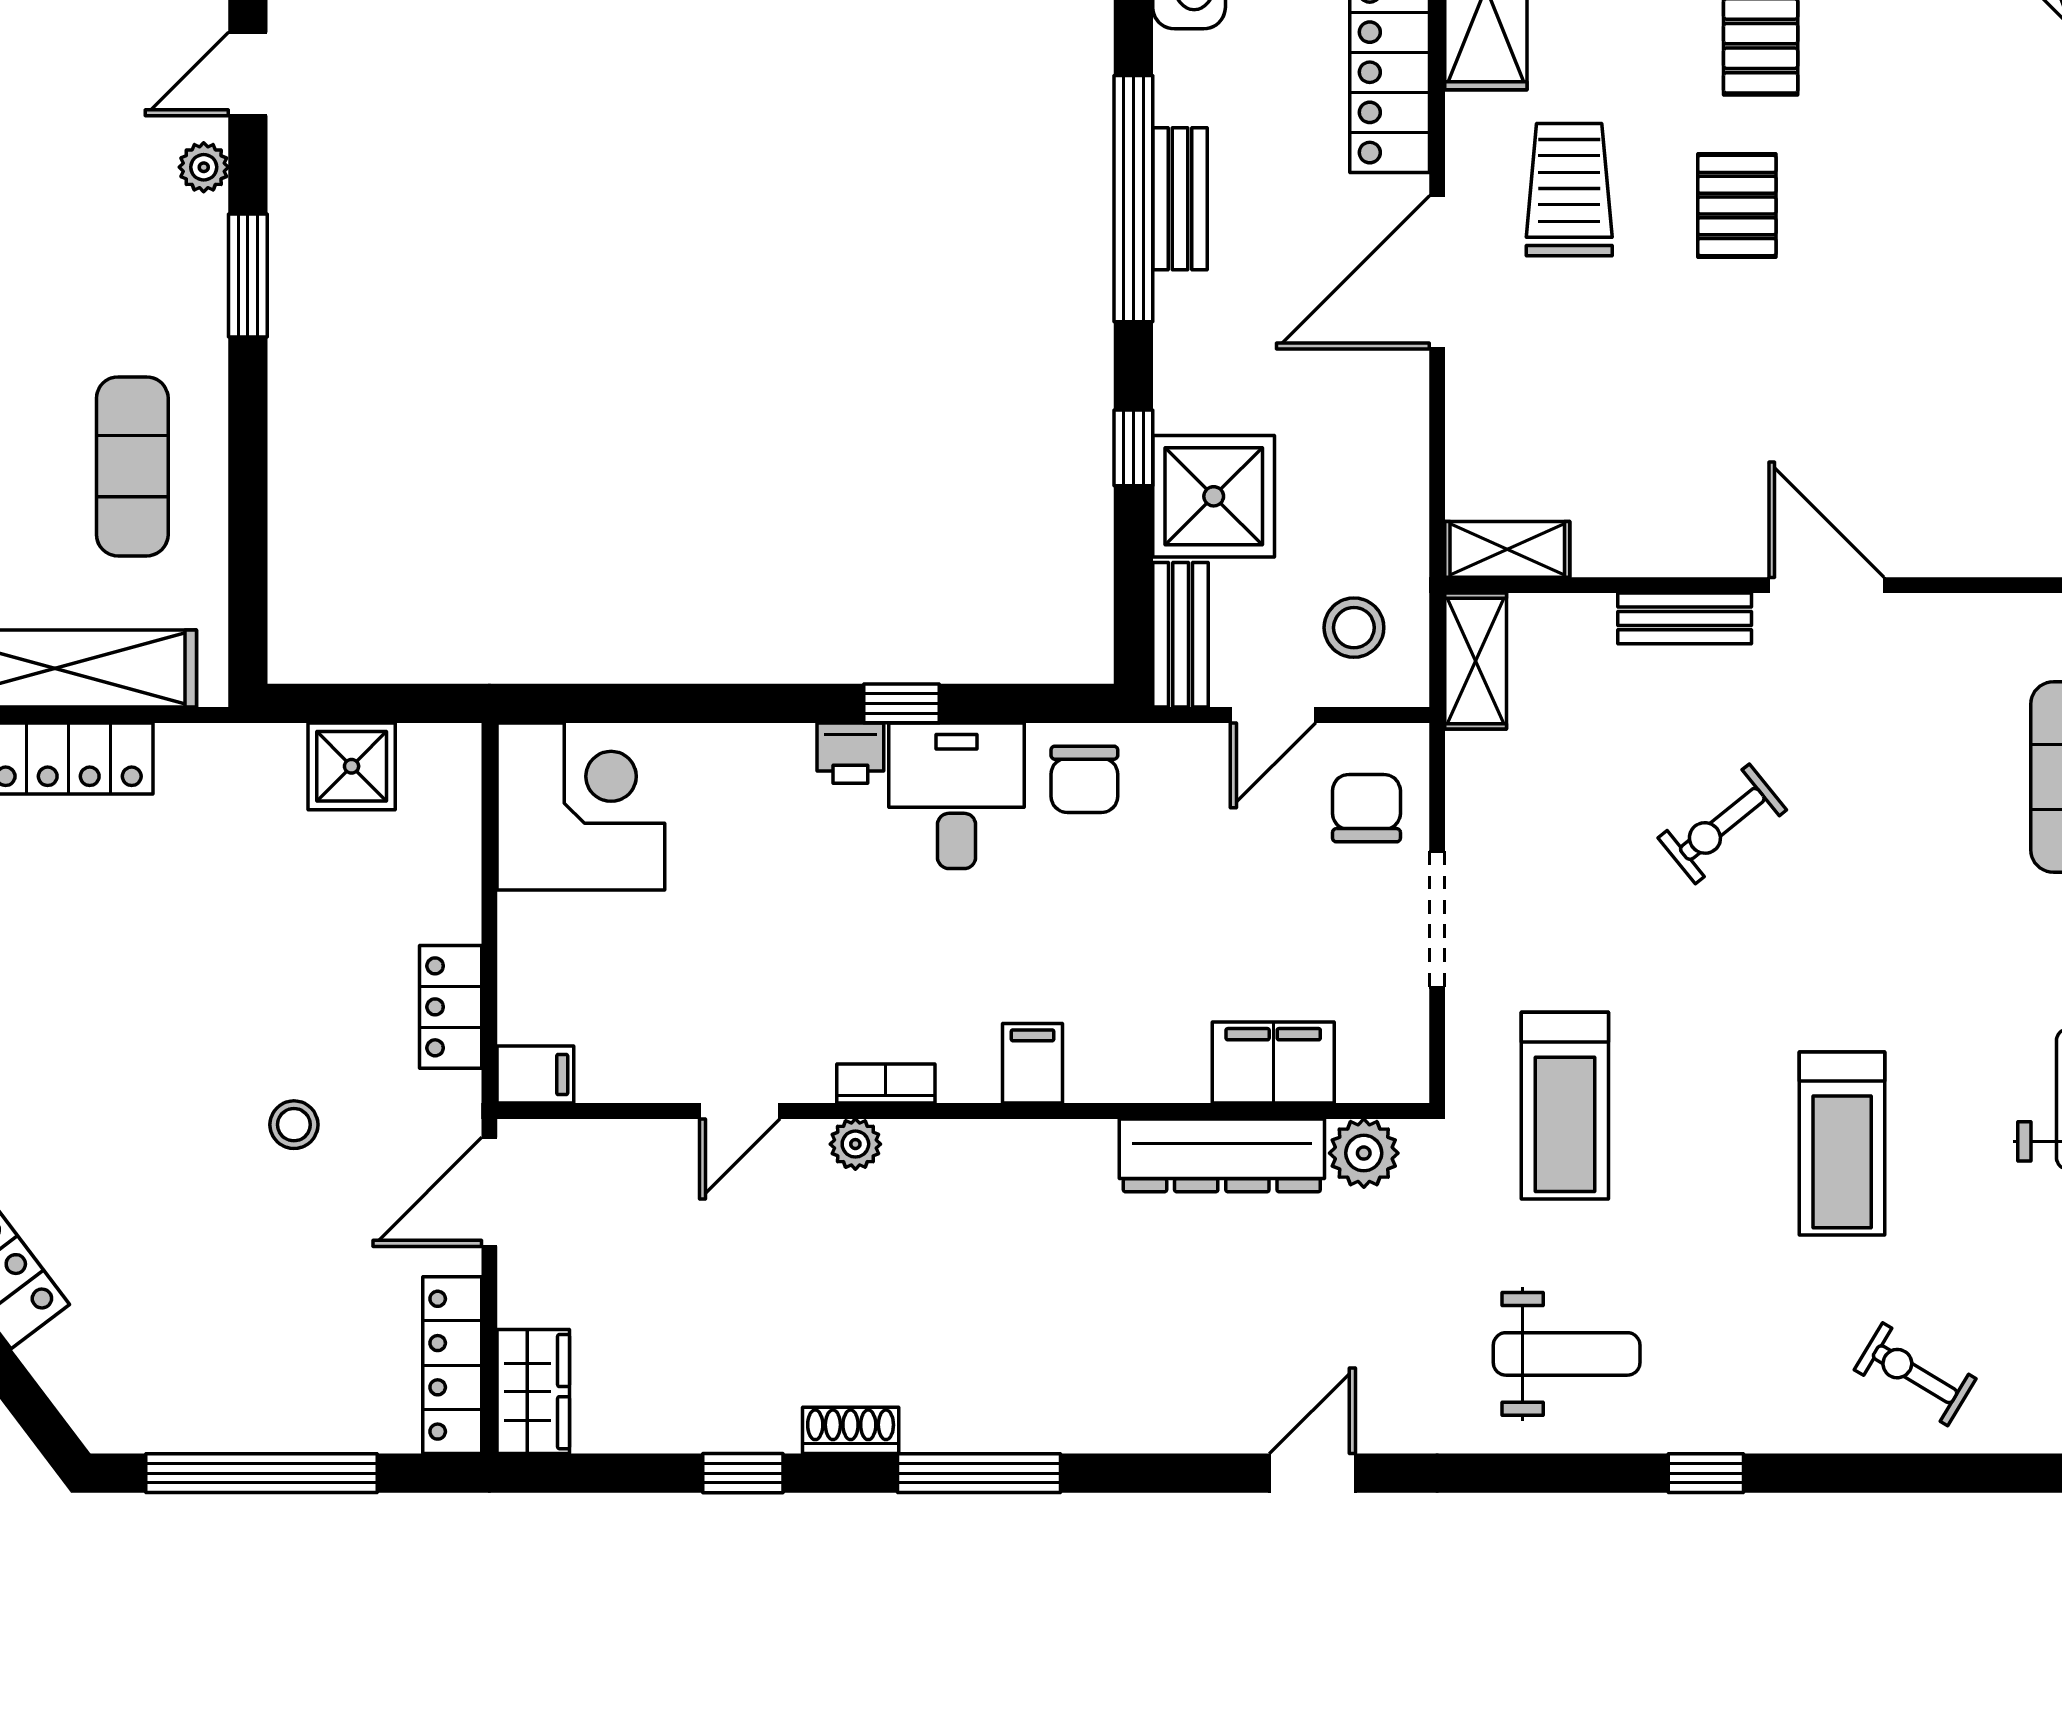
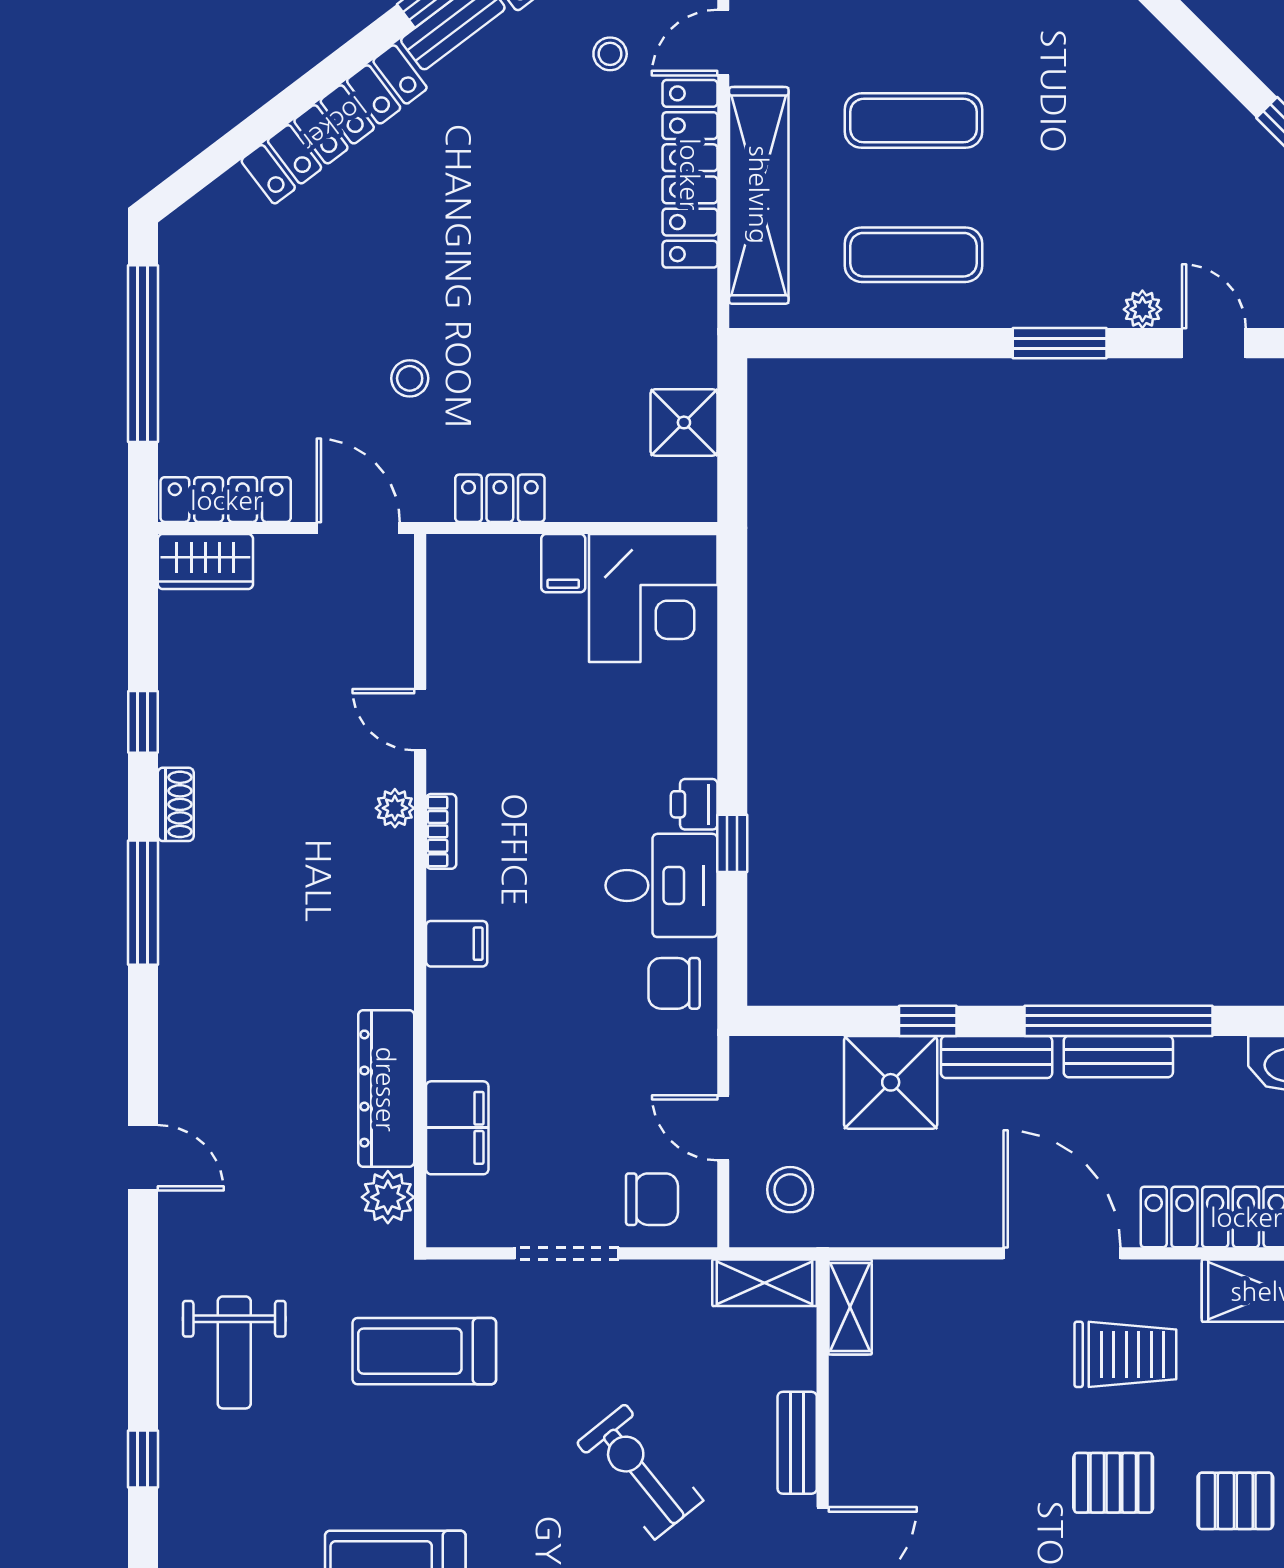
bench: (1181, 635) -> (997, 1057), moved
exercise bike: (1722, 824) -> (640, 1472), width x1.38, depth x1.39
filing cabinet: (535, 1075) -> (563, 563), moved

